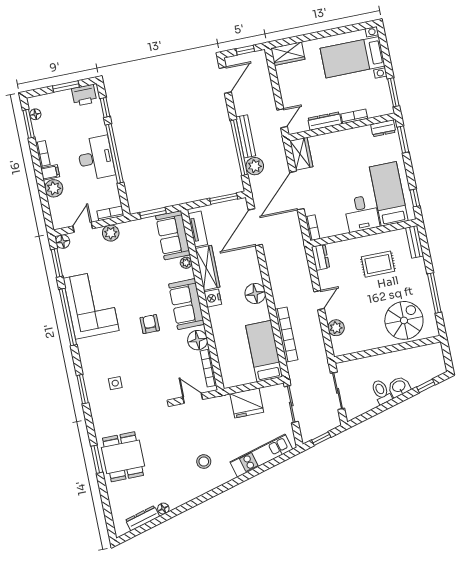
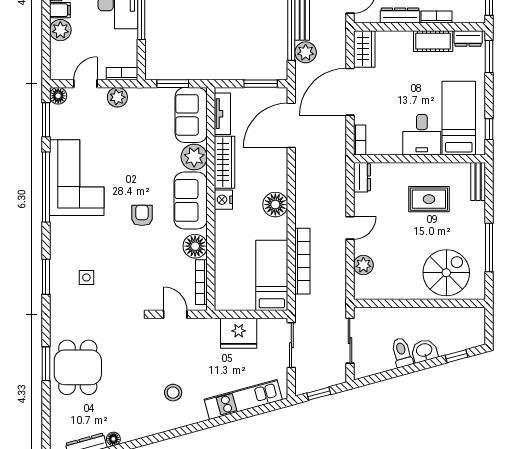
cot: (355, 136) -> (433, 41), added
plant: (186, 263) -> (194, 157), width x1.87, depth x1.87

